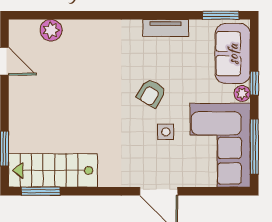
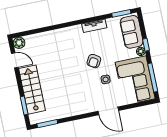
plant: (51, 30) -> (19, 43), moved
stairs: (53, 170) -> (32, 90), moved, turned 90

